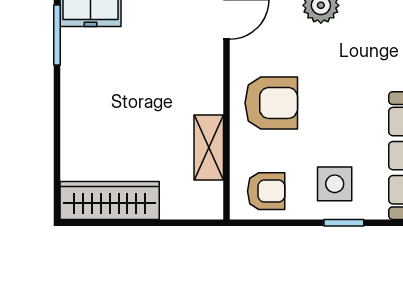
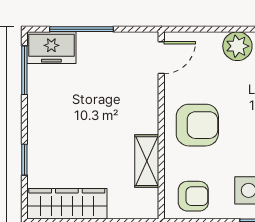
window: (57, 146) -> (24, 160), added

